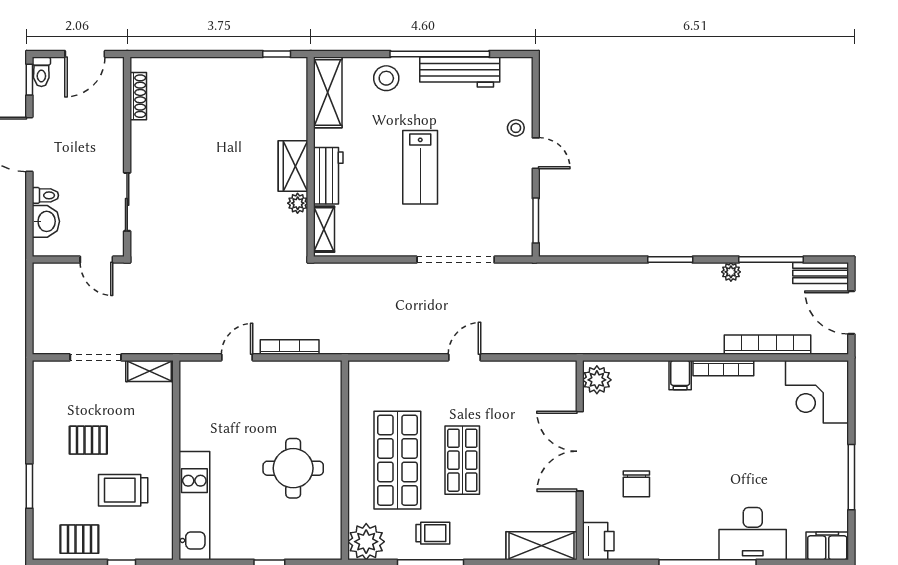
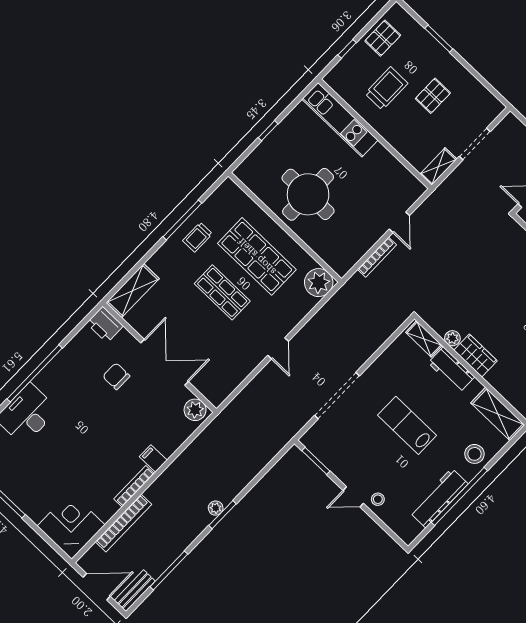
plant: (731, 272) -> (216, 508), moved
round table: (293, 468) -> (308, 194), width x1.36, depth x1.36
plant: (366, 542) -> (319, 283), moved

